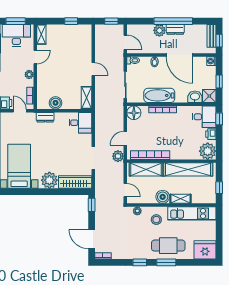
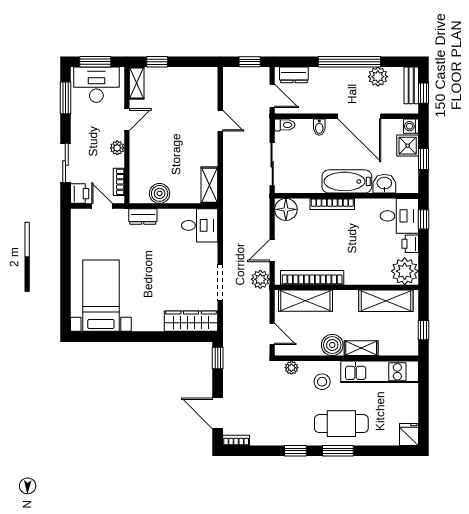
window: (71, 21) -> (157, 62), moved
dresser: (175, 29) -> (294, 75), moved
plant: (159, 30) -> (378, 77), moved
door: (93, 69) -> (220, 121), moved
bathtub: (159, 95) -> (347, 181), moved
shower: (209, 96) -> (408, 146), moved
shelving: (188, 169) -> (386, 301), width x0.68
plant: (49, 180) -> (150, 318), removed
fridge: (205, 250) -> (409, 434), width x0.53, depth x0.75

